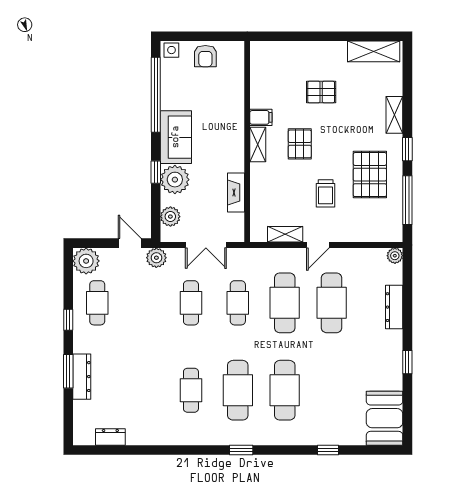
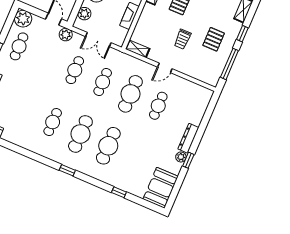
pallet: (370, 175) -> (214, 39), width x0.67, depth x0.71
shelving: (285, 234) -> (138, 49), moved
plant: (395, 256) -> (181, 157), moved
cafe table: (332, 303) -> (158, 106), width x0.73, depth x0.74
dresser: (394, 307) -> (188, 138), moved

